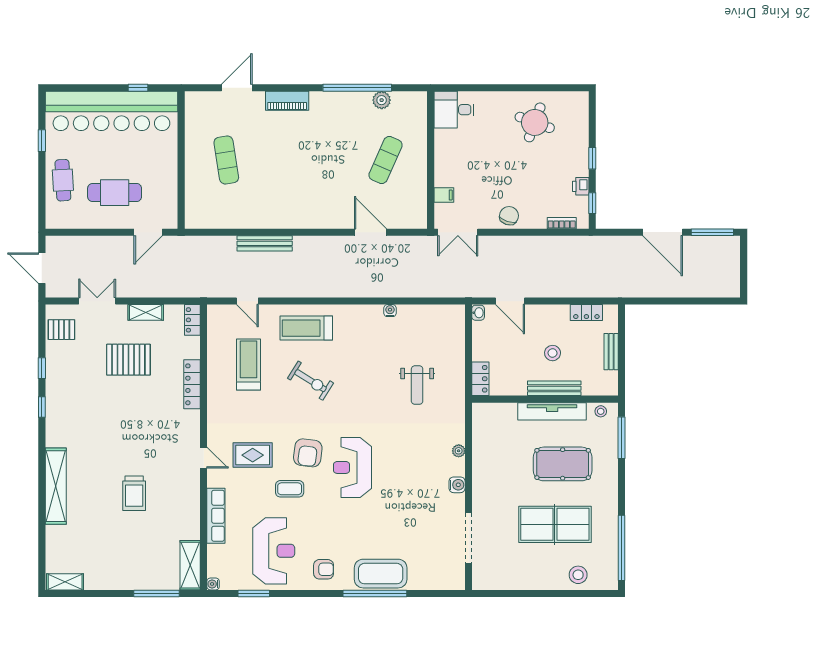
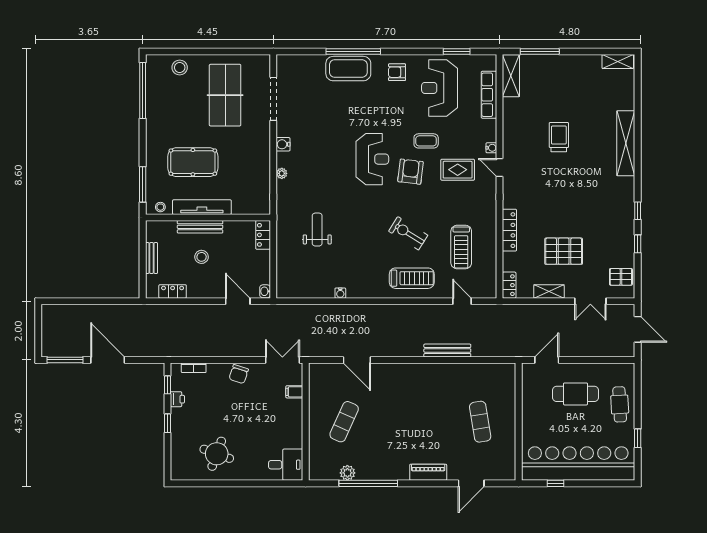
row of seats: (216, 516) -> (489, 95), moved
table tennis table: (555, 524) -> (225, 95), moved, turned 90
water cooler: (213, 584) -> (491, 148), moved

